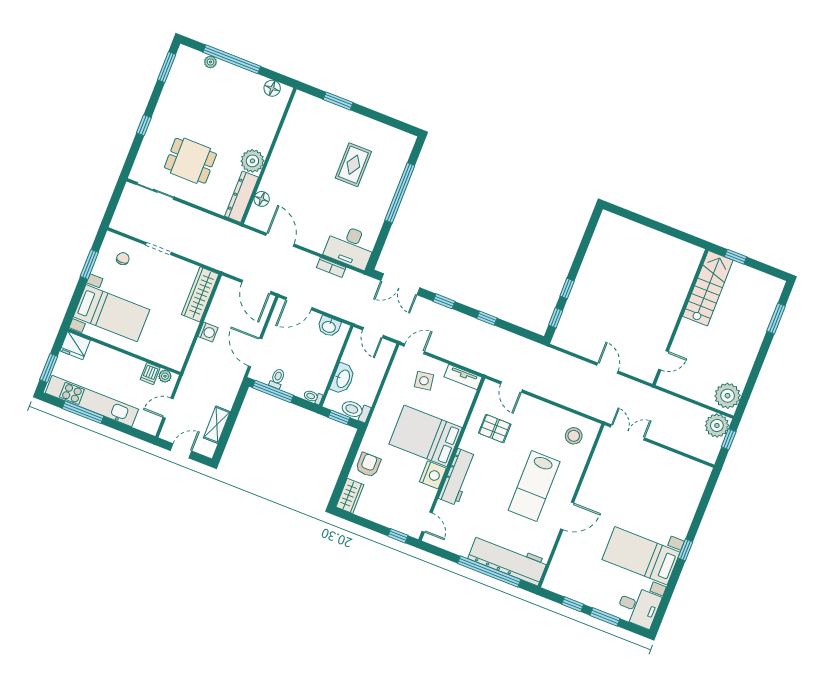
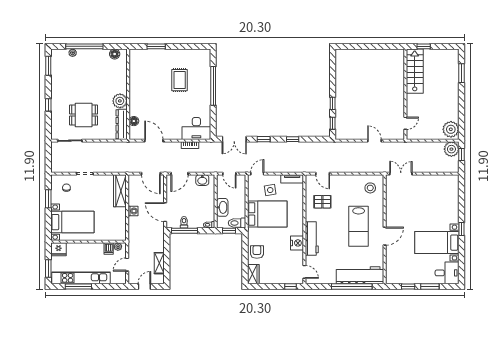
bed: (426, 436) -> (267, 214), moved, turned 180

